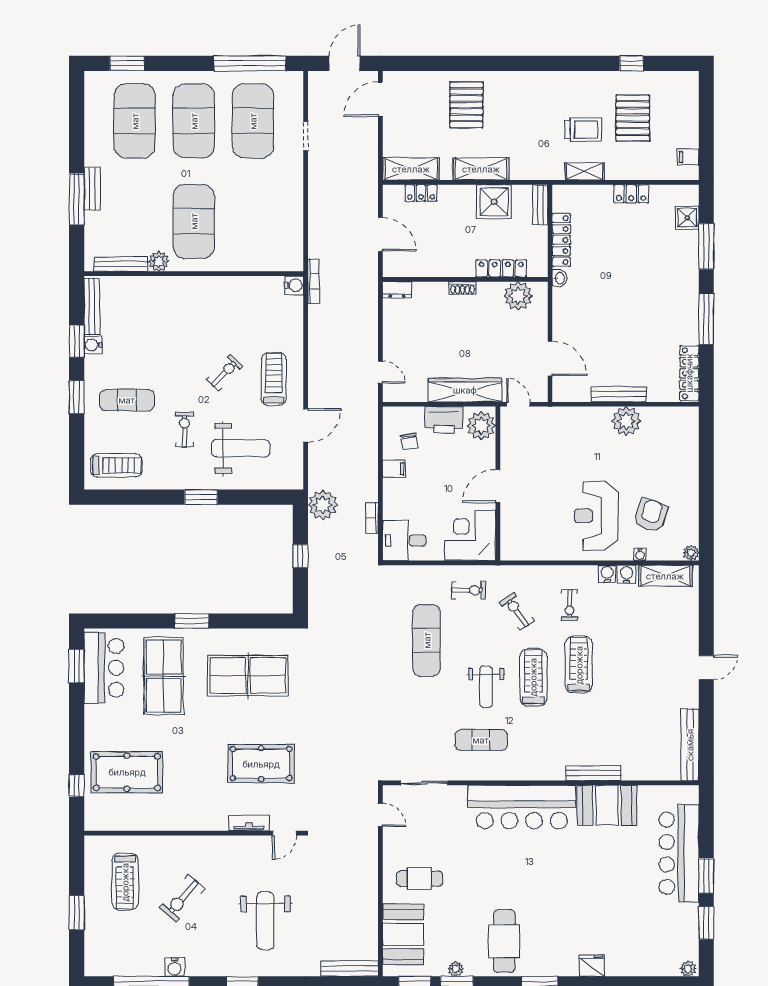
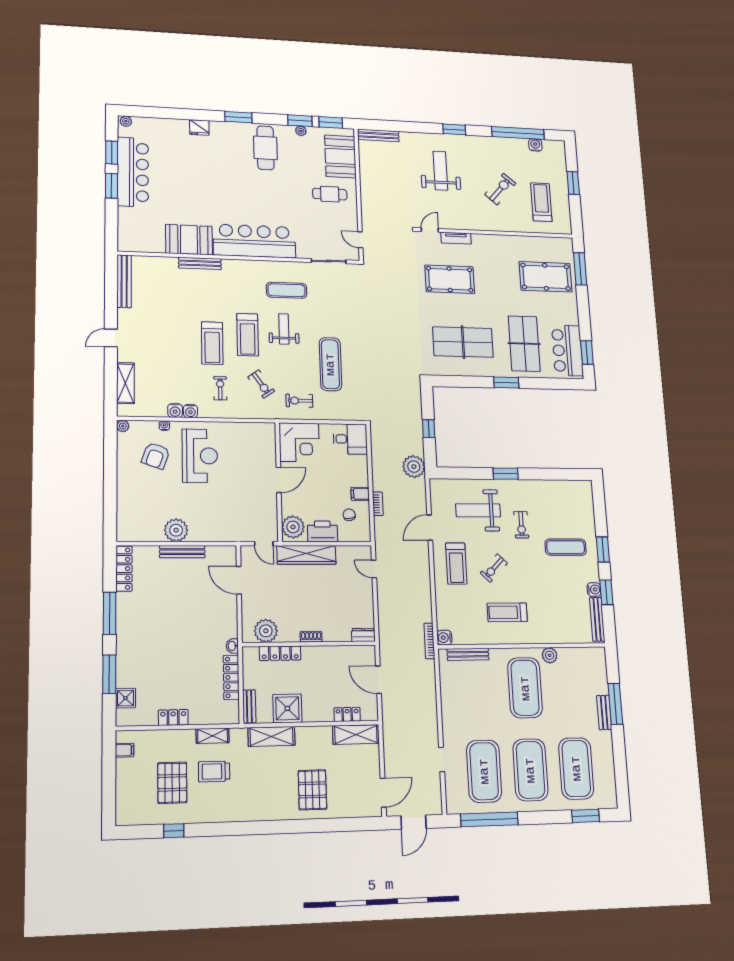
shelving: (481, 169) -> (272, 736), moved
bench: (121, 264) -> (468, 654), moved
treadmill: (116, 465) -> (507, 612), moved
bookcase: (372, 518) -> (378, 504), moved
shelving: (665, 576) -> (125, 383), moved, turned 90
window: (77, 786) -> (580, 269), width x2.17
bar counter: (679, 853) -> (133, 172), moved
water cooler: (175, 967) -> (535, 145), moved

